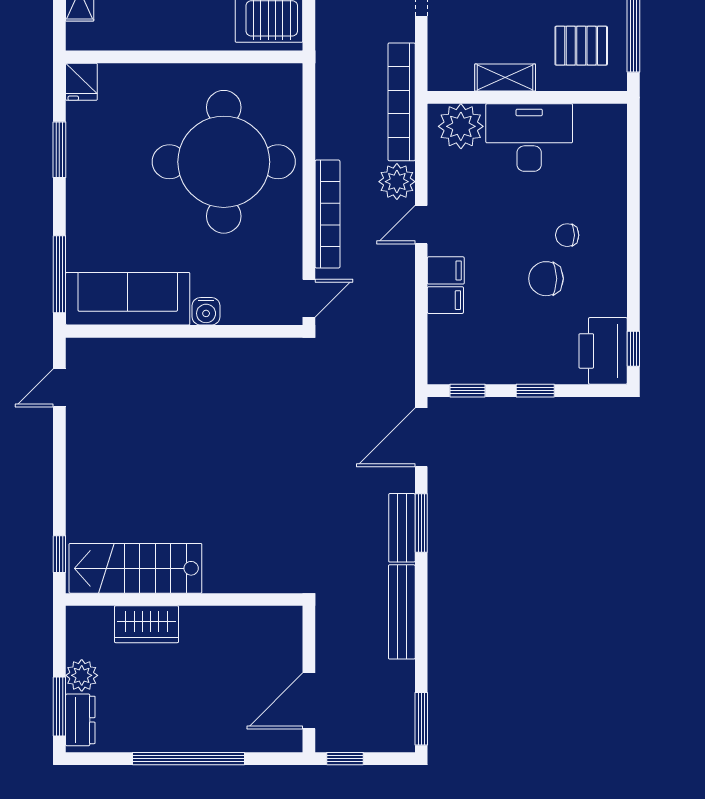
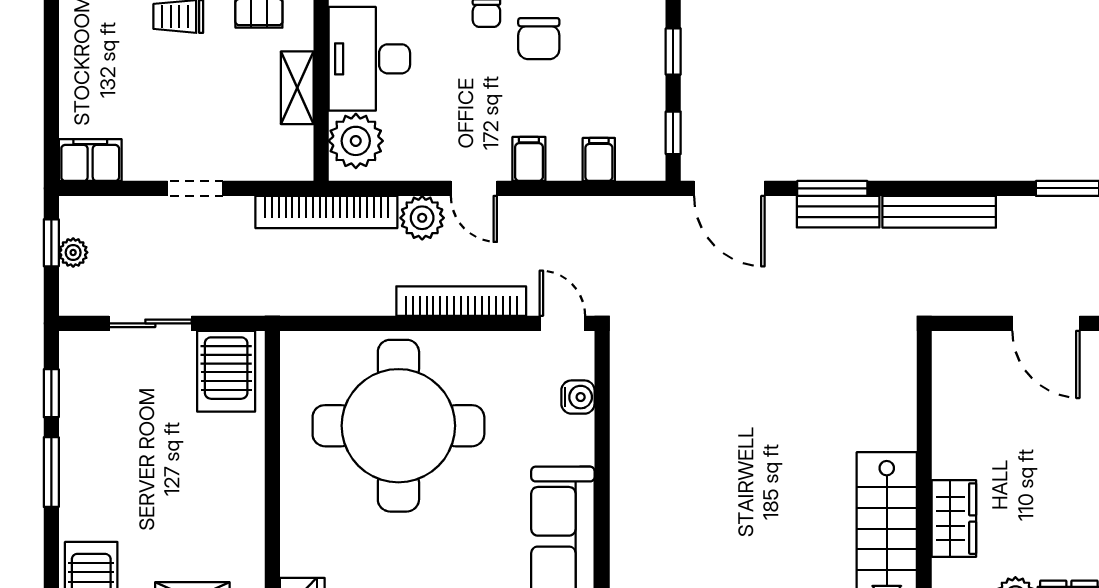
filing cabinet: (445, 300) -> (599, 159), moved
water cooler: (206, 311) -> (578, 397), moved

